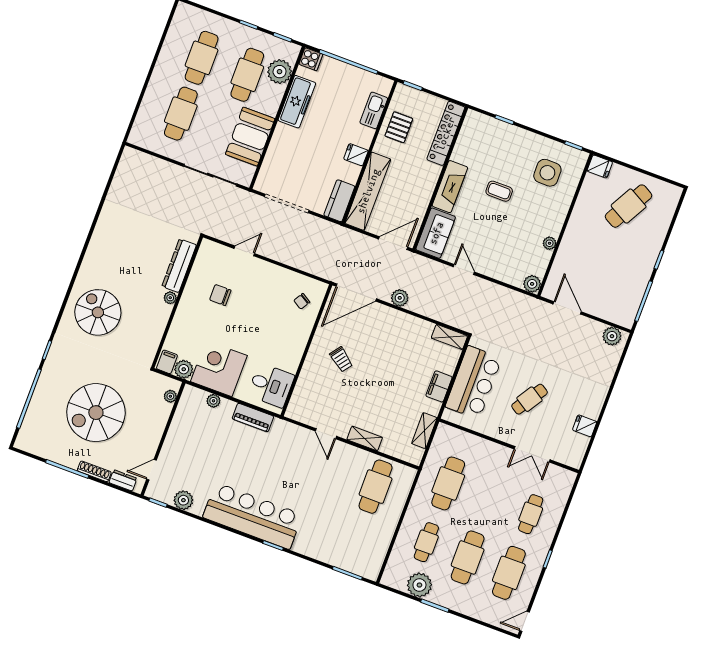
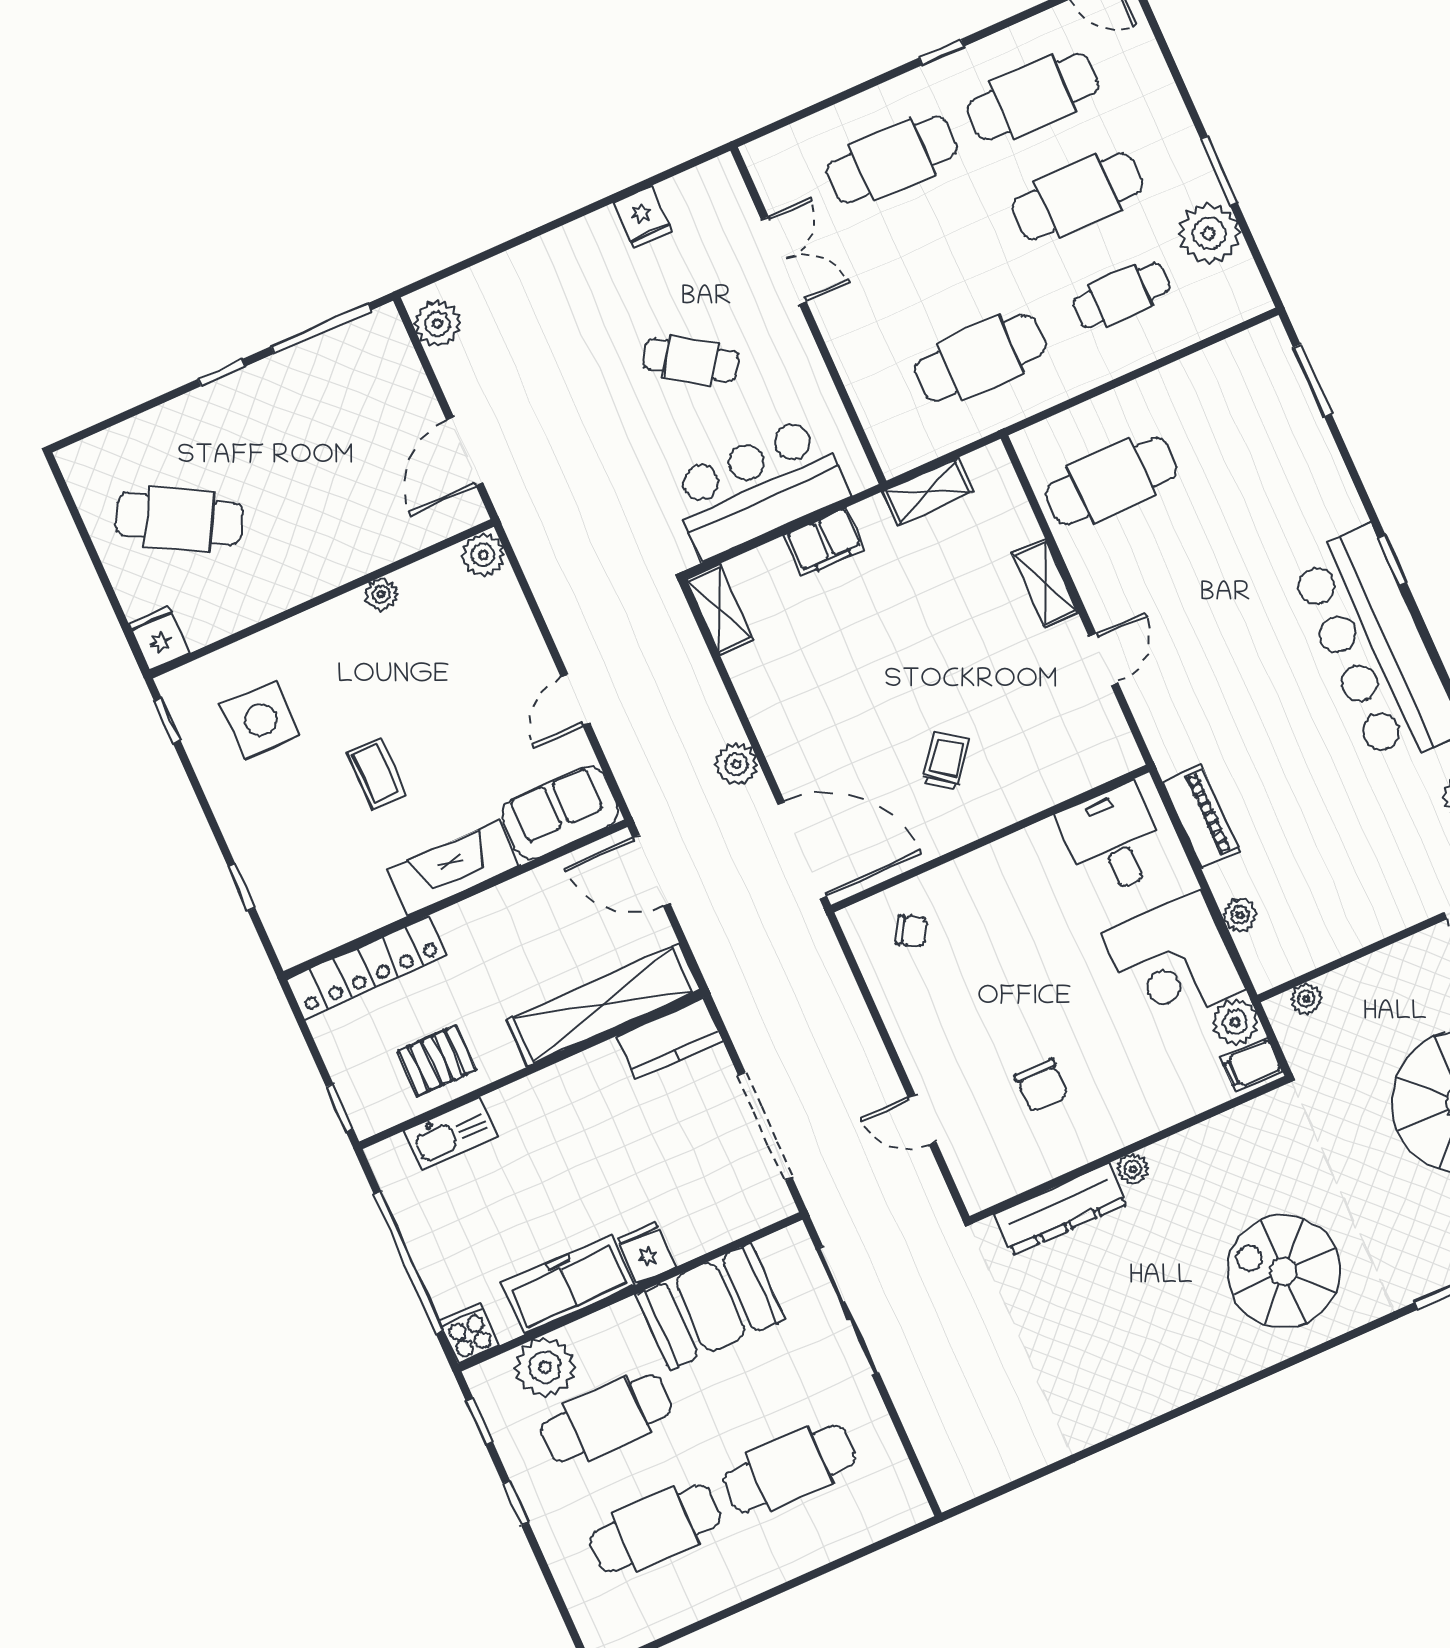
fridge: (356, 155) -> (646, 1253), moved, turned 180
spiral stairs: (98, 312) -> (1284, 1272), turned 90
cafe table: (531, 514) -> (892, 160), width x1.37, depth x1.35

